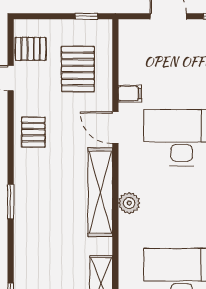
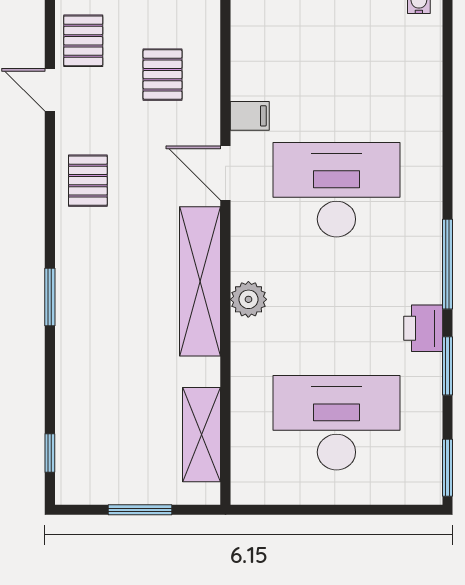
pallet: (31, 49) -> (83, 41), turned 90
pallet: (78, 69) -> (163, 75), width x0.67, depth x0.71

